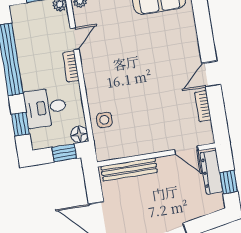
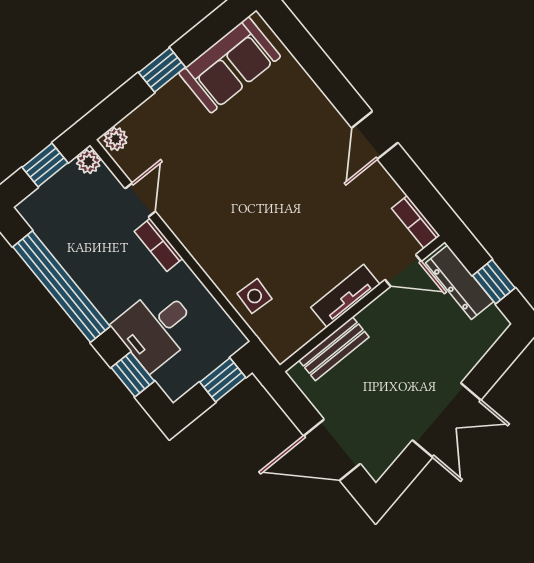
bookcase: (203, 106) -> (416, 222), moved
floor lamp: (79, 134) -> (230, 339), removed
tv unit: (150, 146) -> (345, 296), added
bench: (129, 169) -> (334, 349), width x0.73

